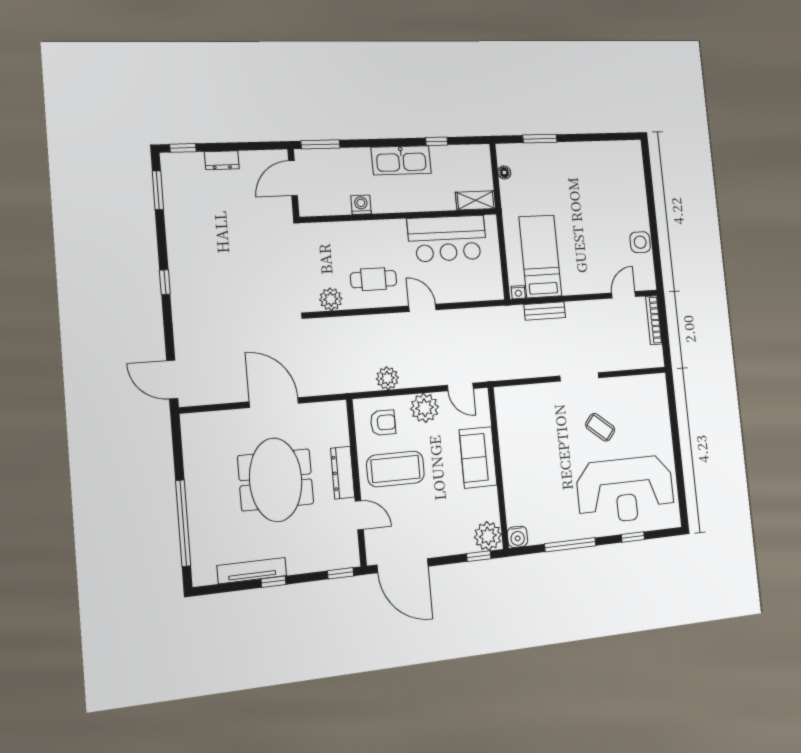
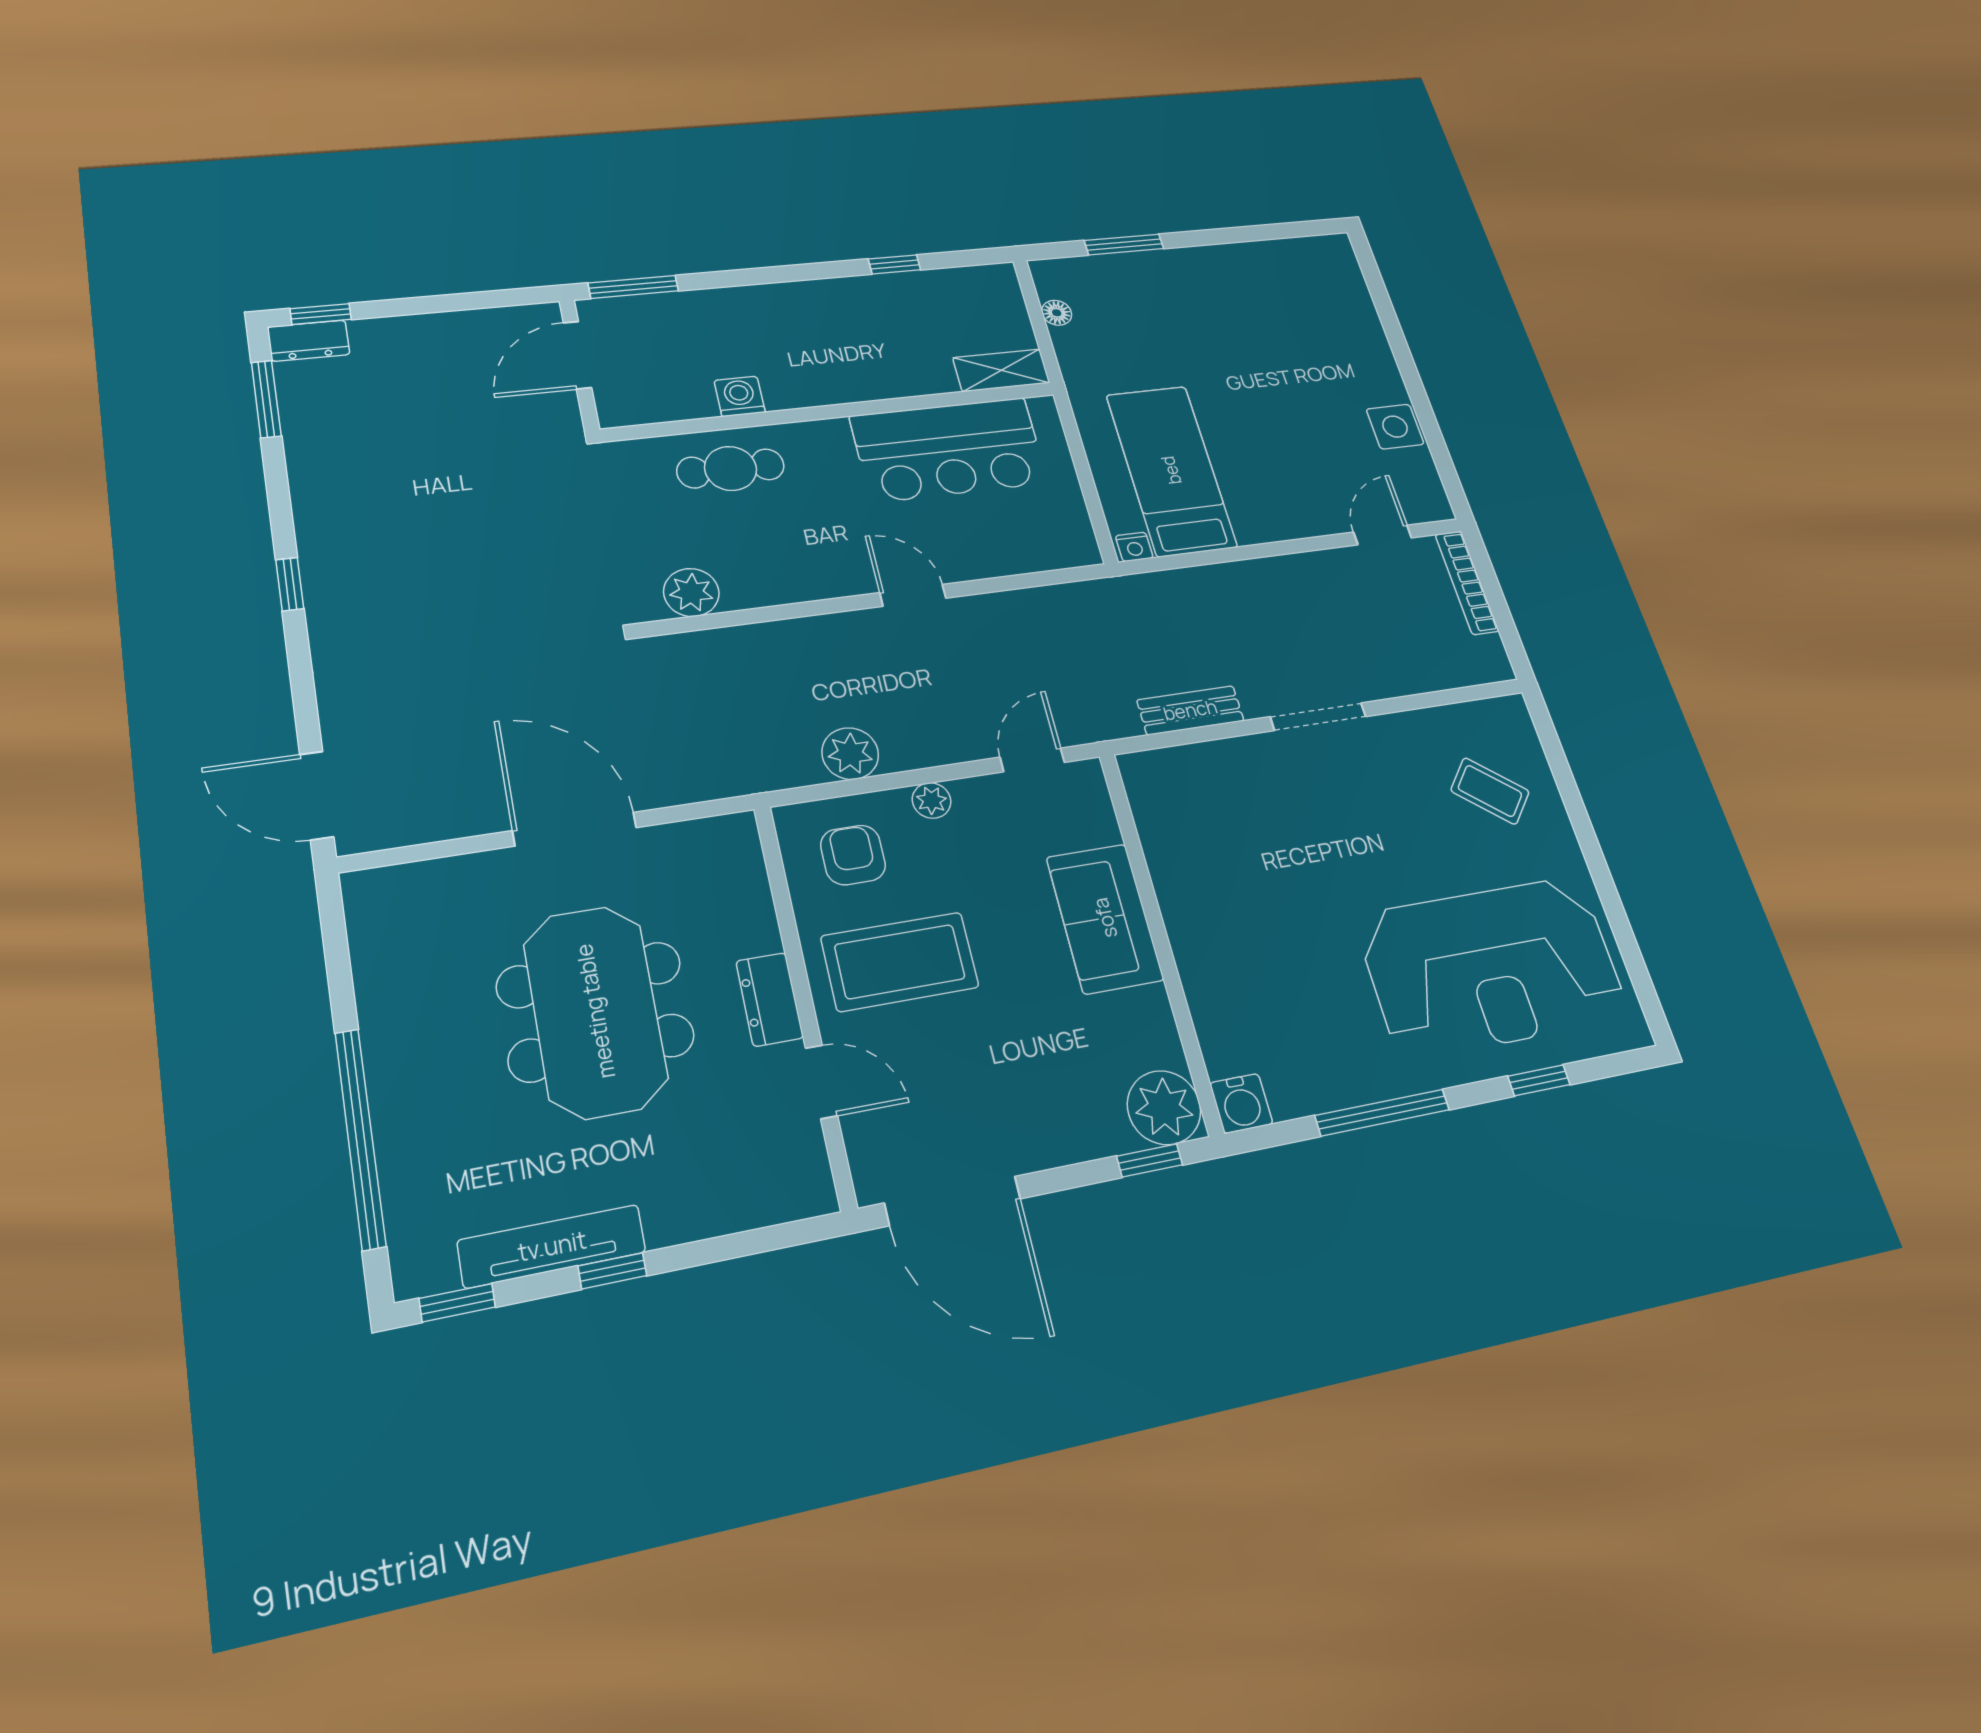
dresser: (222, 160) -> (309, 341), moved
kitchen sink: (401, 160) -> (820, 305), removed
cafe table: (374, 279) -> (731, 468), moved
bench: (545, 311) -> (1190, 710), moved
door: (460, 387) -> (1032, 760), swing flipped
plant: (425, 408) -> (932, 800), width x0.53, depth x0.53
armchair: (383, 423) -> (853, 855), turned -90
coffee table: (600, 427) -> (1490, 791), moved
dresser: (343, 473) -> (770, 999), width x0.70
window: (341, 573) -> (457, 1303), moved

